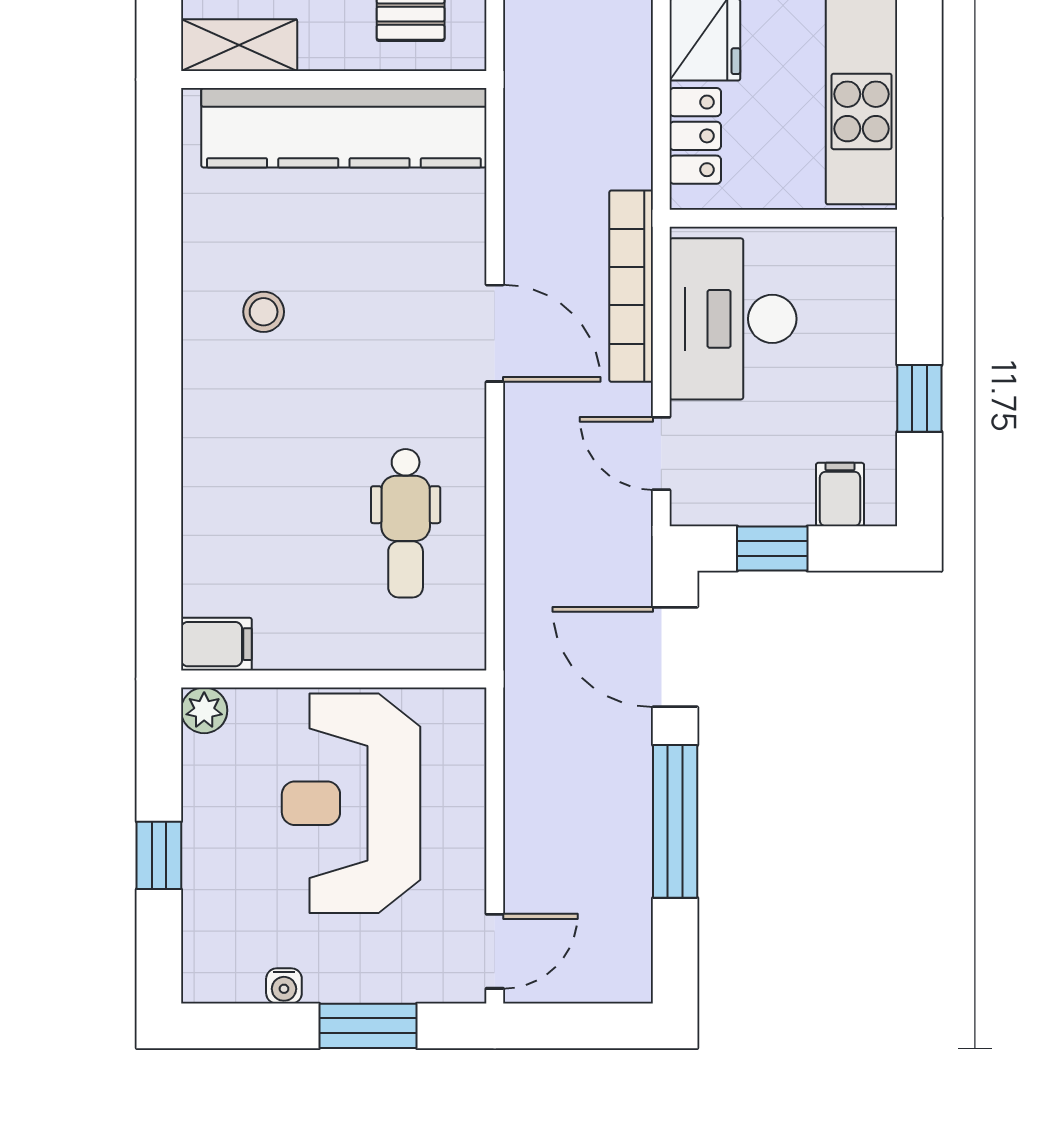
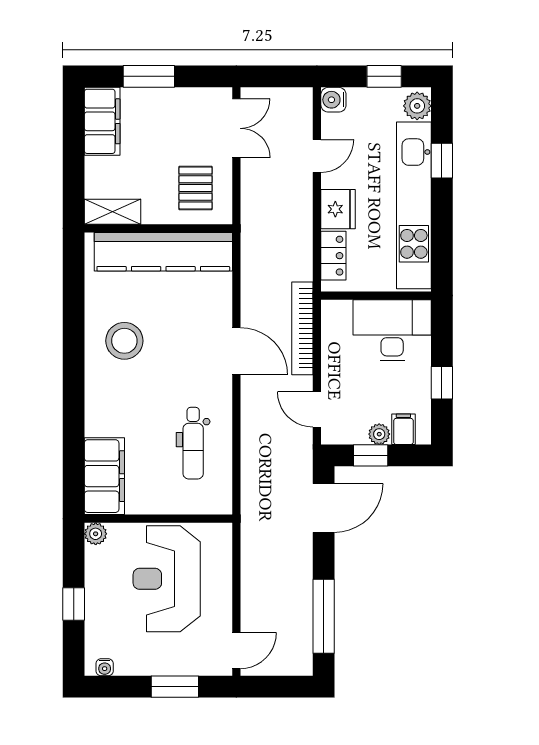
stool: (264, 312) -> (124, 341), width x1.89, depth x1.89
desk: (733, 319) -> (392, 330), moved, turned 90
plant: (790, 505) -> (379, 434), added
filing cabinet: (216, 644) -> (104, 476), width x3.00, depth x1.17
door: (675, 657) -> (324, 508), swing flipped
window: (675, 821) -> (324, 616), moved
water cooler: (284, 986) -> (105, 667), moved

